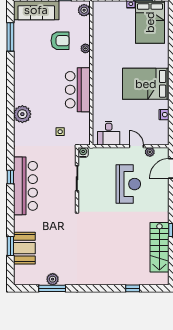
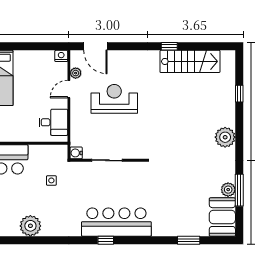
nightstand: (164, 115) -> (61, 56), moved
booth: (24, 248) -> (222, 217), moved, turned 90
plant: (96, 277) -> (225, 137), added

